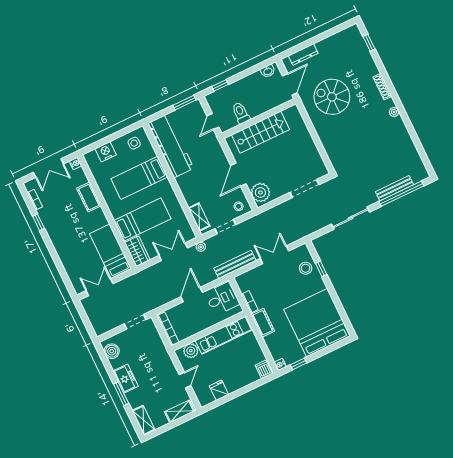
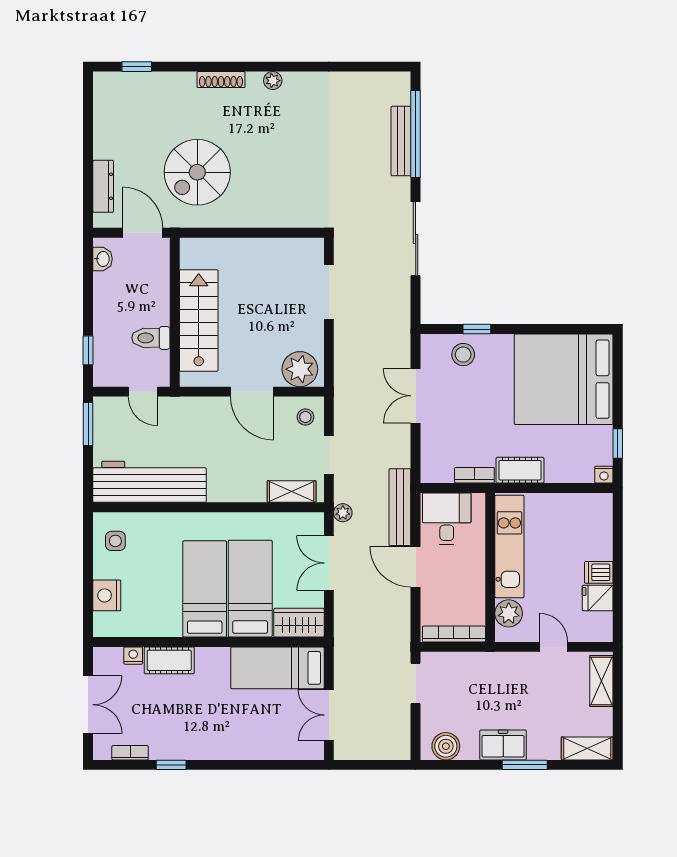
nightstand: (75, 163) -> (133, 656), moved
bed: (139, 178) -> (205, 589), moved, turned 180
bench: (235, 264) -> (400, 507), moved
dishwasher: (264, 369) -> (599, 572), moved

